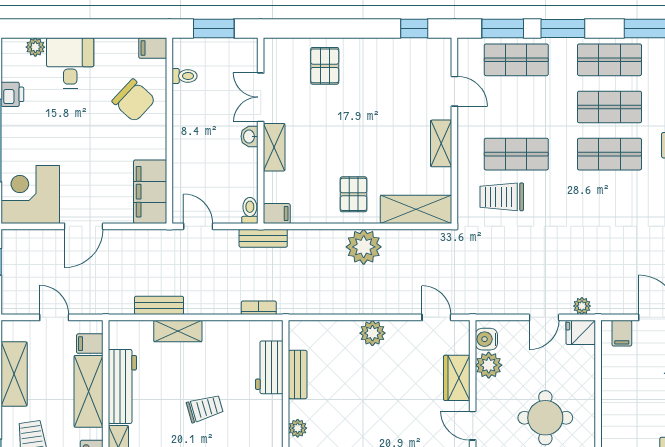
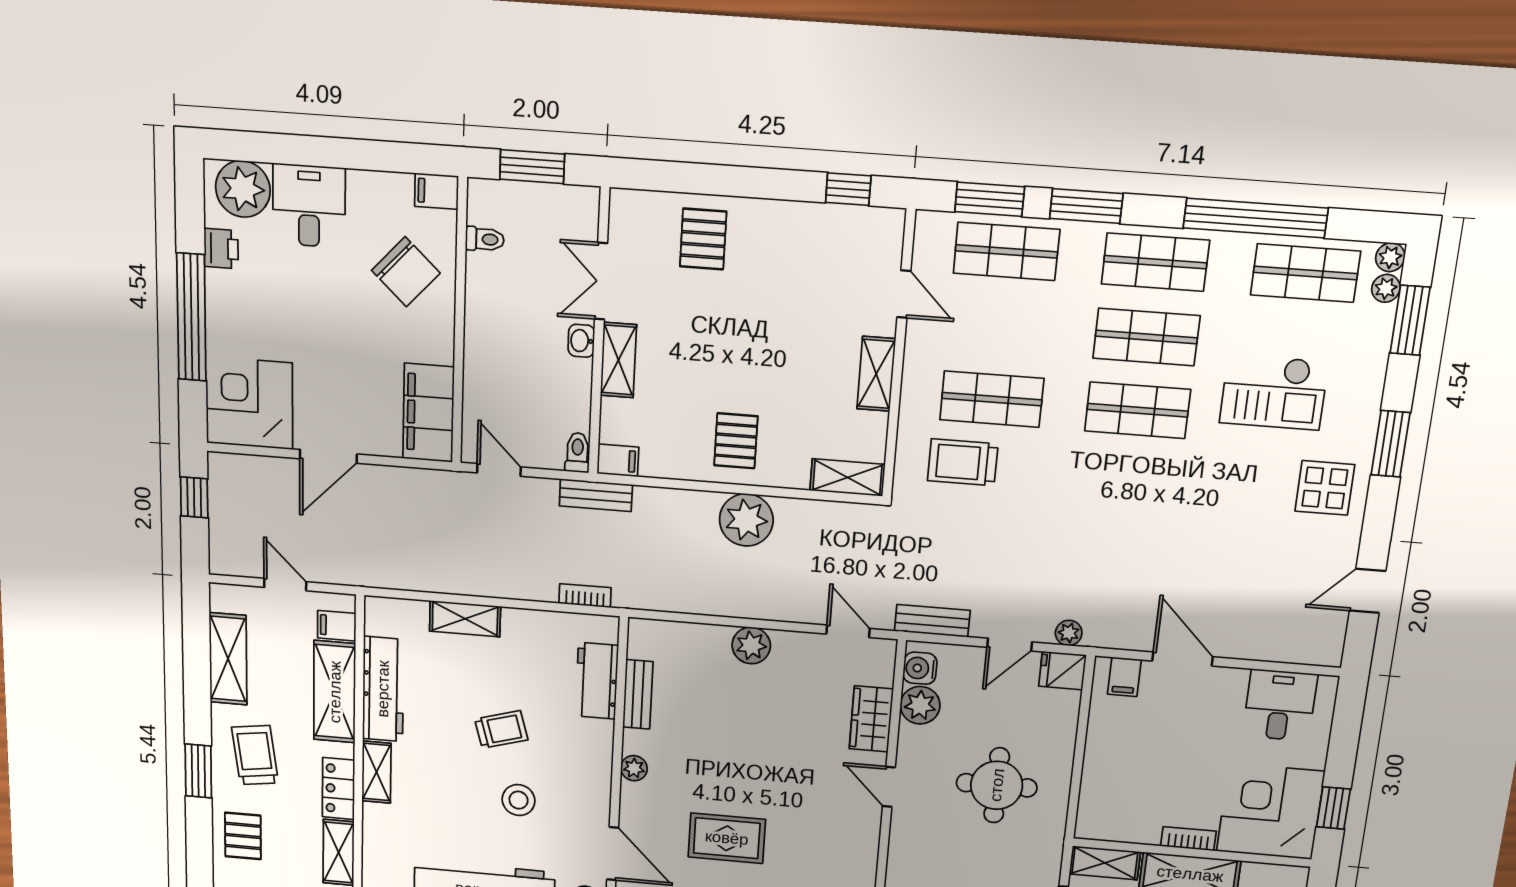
plant: (35, 47) -> (243, 189), width x1.87, depth x1.87
shelving: (416, 209) -> (847, 477), width x0.67, depth x0.75
bench: (159, 305) -> (932, 621), moved

